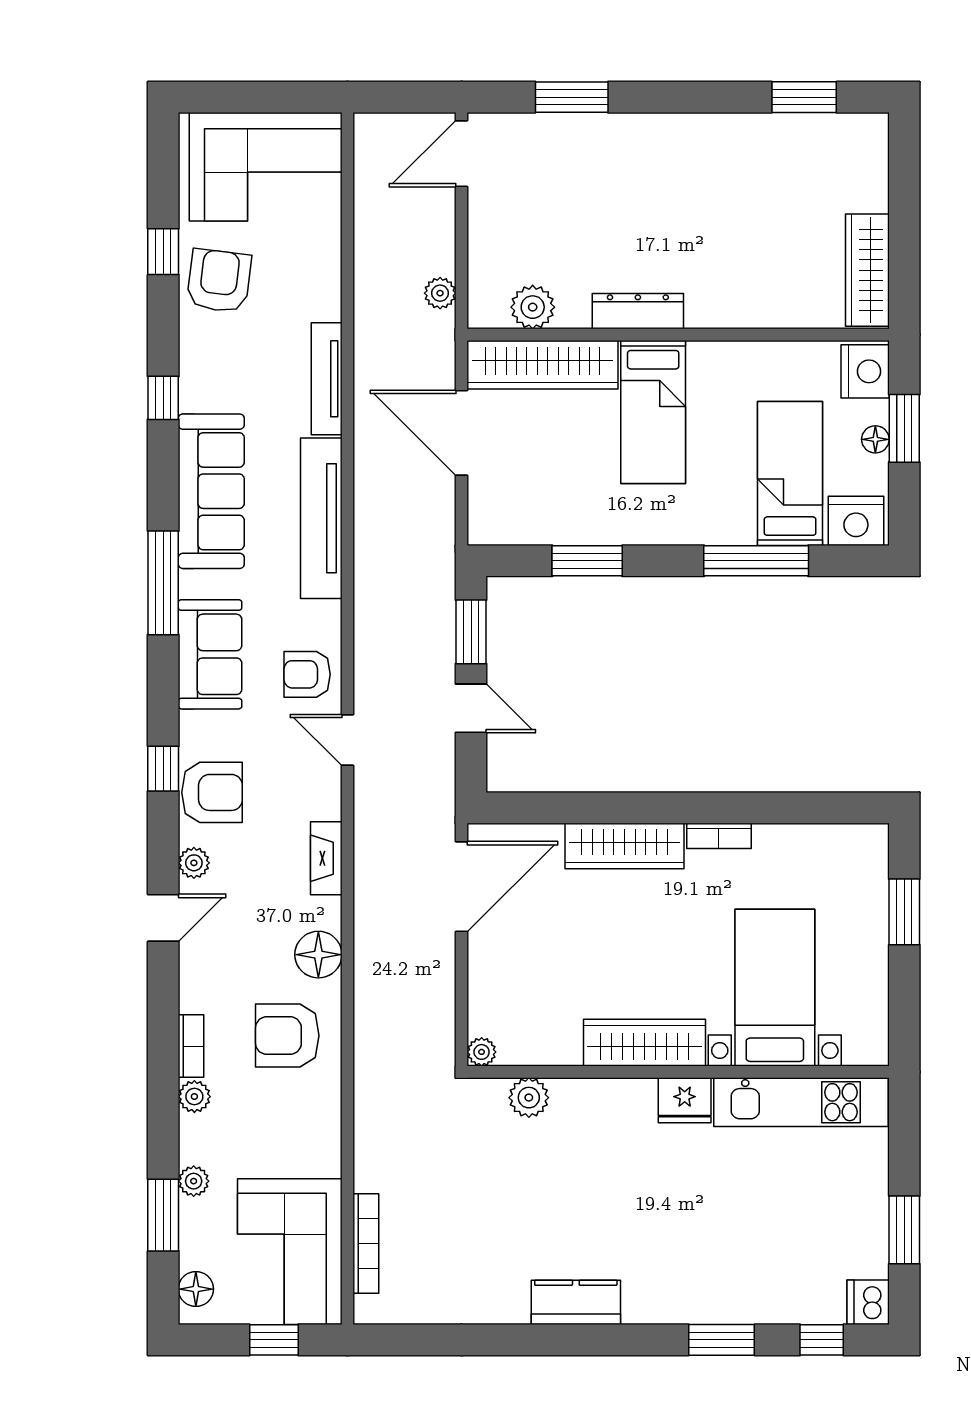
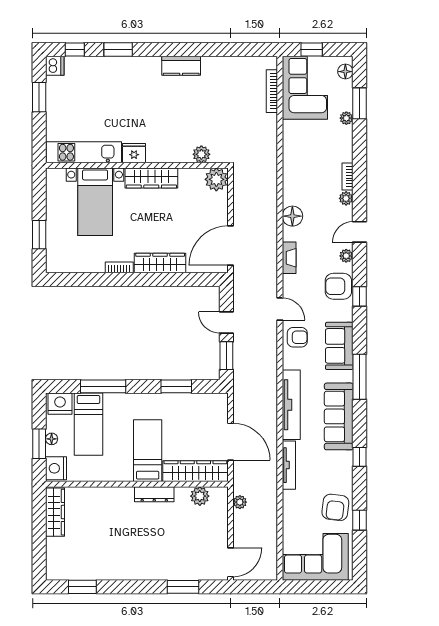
armchair: (287, 1036) -> (306, 181), removed
plant: (482, 1052) -> (216, 179), width x1.87, depth x1.87
plant: (194, 1097) -> (346, 198), moved

